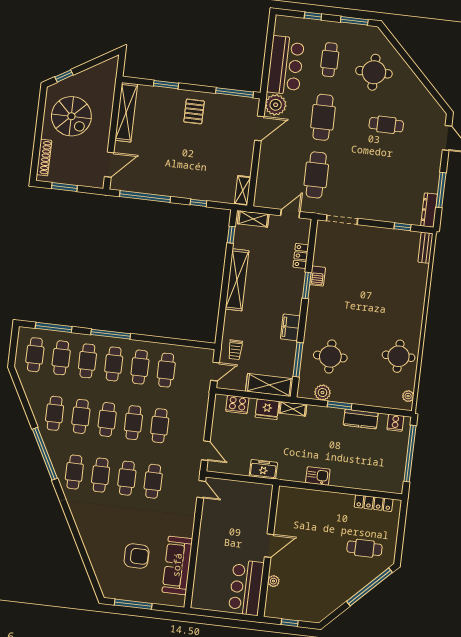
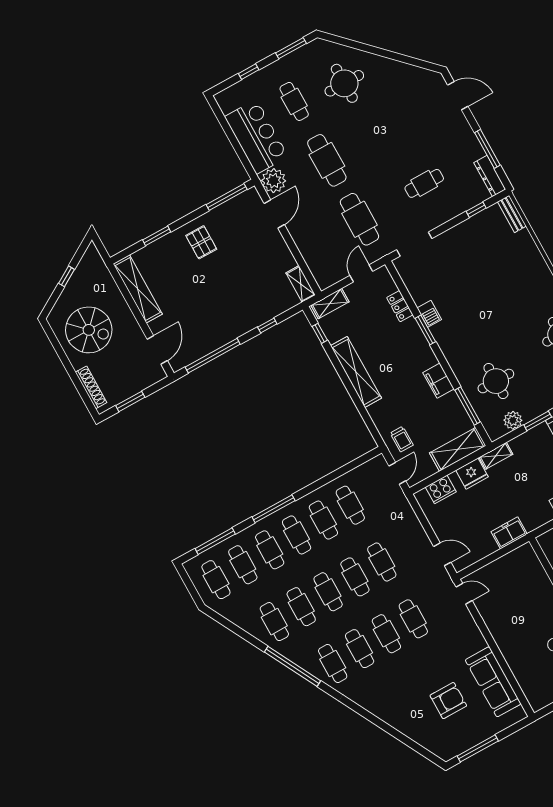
window: (64, 76) -> (66, 276), moved
cafe table: (386, 125) -> (424, 183), moved

